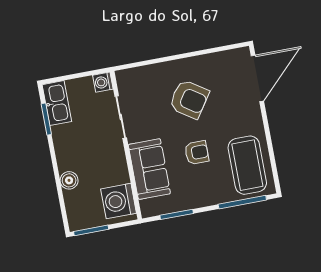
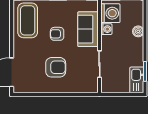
washing machine: (103, 82) -> (106, 29), moved
armchair: (189, 99) -> (56, 67), turned 146

